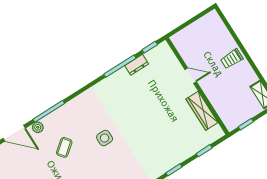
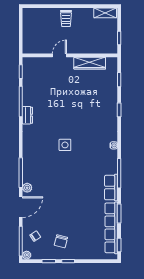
dresser: (137, 65) -> (27, 115), moved
coffee table: (64, 147) -> (53, 178), removed

